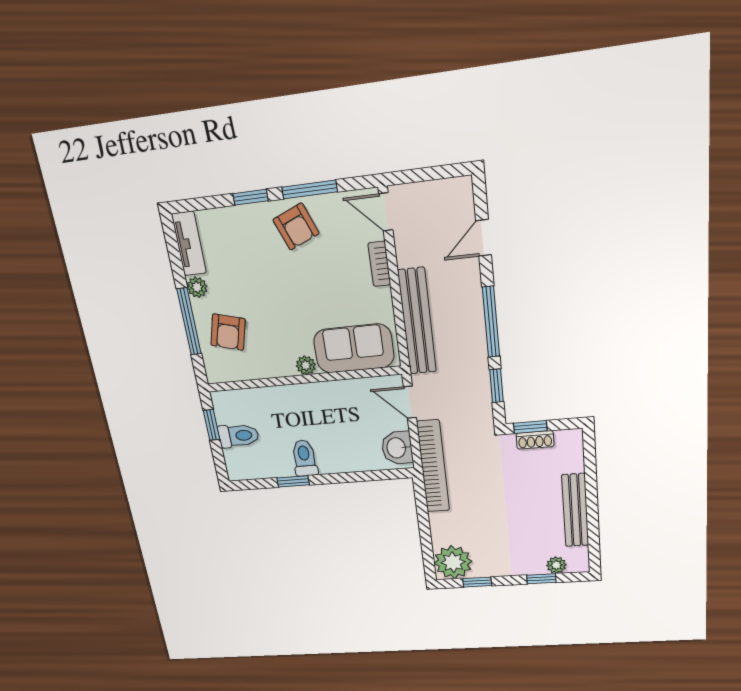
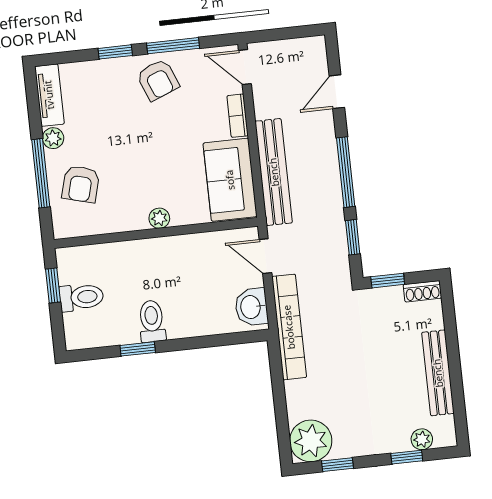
sofa: (354, 348) -> (230, 180), moved, turned -90
shoe rack: (535, 440) -> (422, 291), moved

